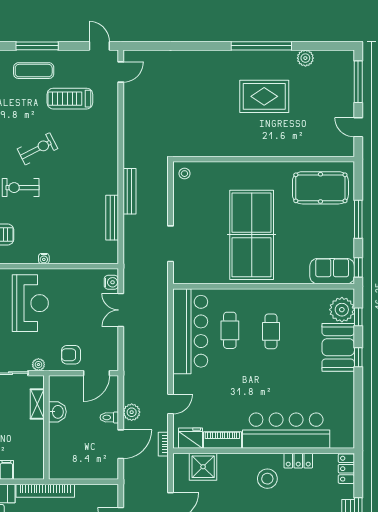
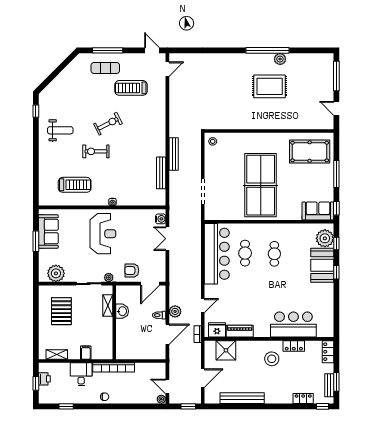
plant: (305, 58) -> (280, 59), moved
bar counter: (286, 431) -> (293, 325), width x0.73

